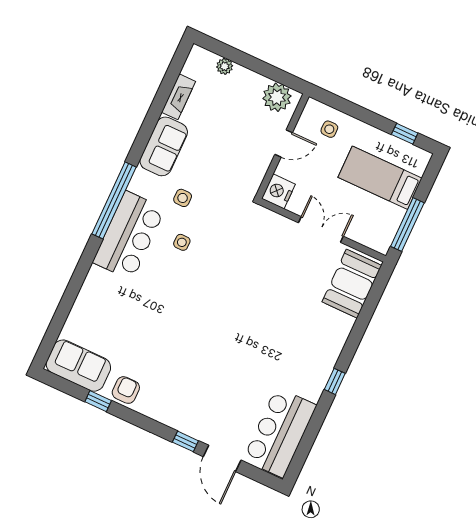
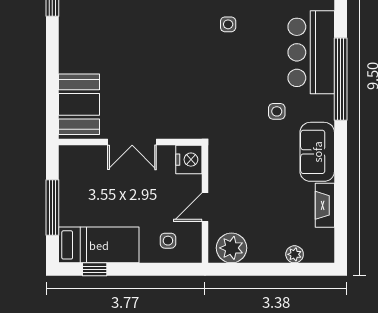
bed: (380, 178) -> (99, 245), moved
window: (407, 225) -> (52, 207), moved
side table: (182, 242) -> (228, 24), moved

